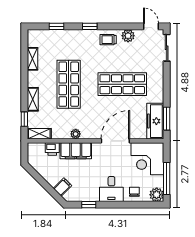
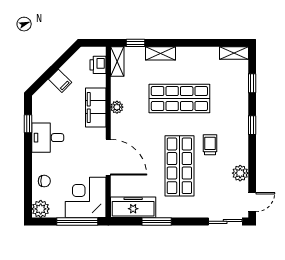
trolley: (108, 40) -> (210, 145), moved
shelving: (32, 59) -> (234, 53), moved
window: (167, 119) -> (157, 221), moved
printer: (52, 149) -> (98, 65), moved
window: (167, 178) -> (77, 221), moved
filing cabinet: (62, 187) -> (60, 81), moved
desk: (111, 189) -> (48, 138), moved

